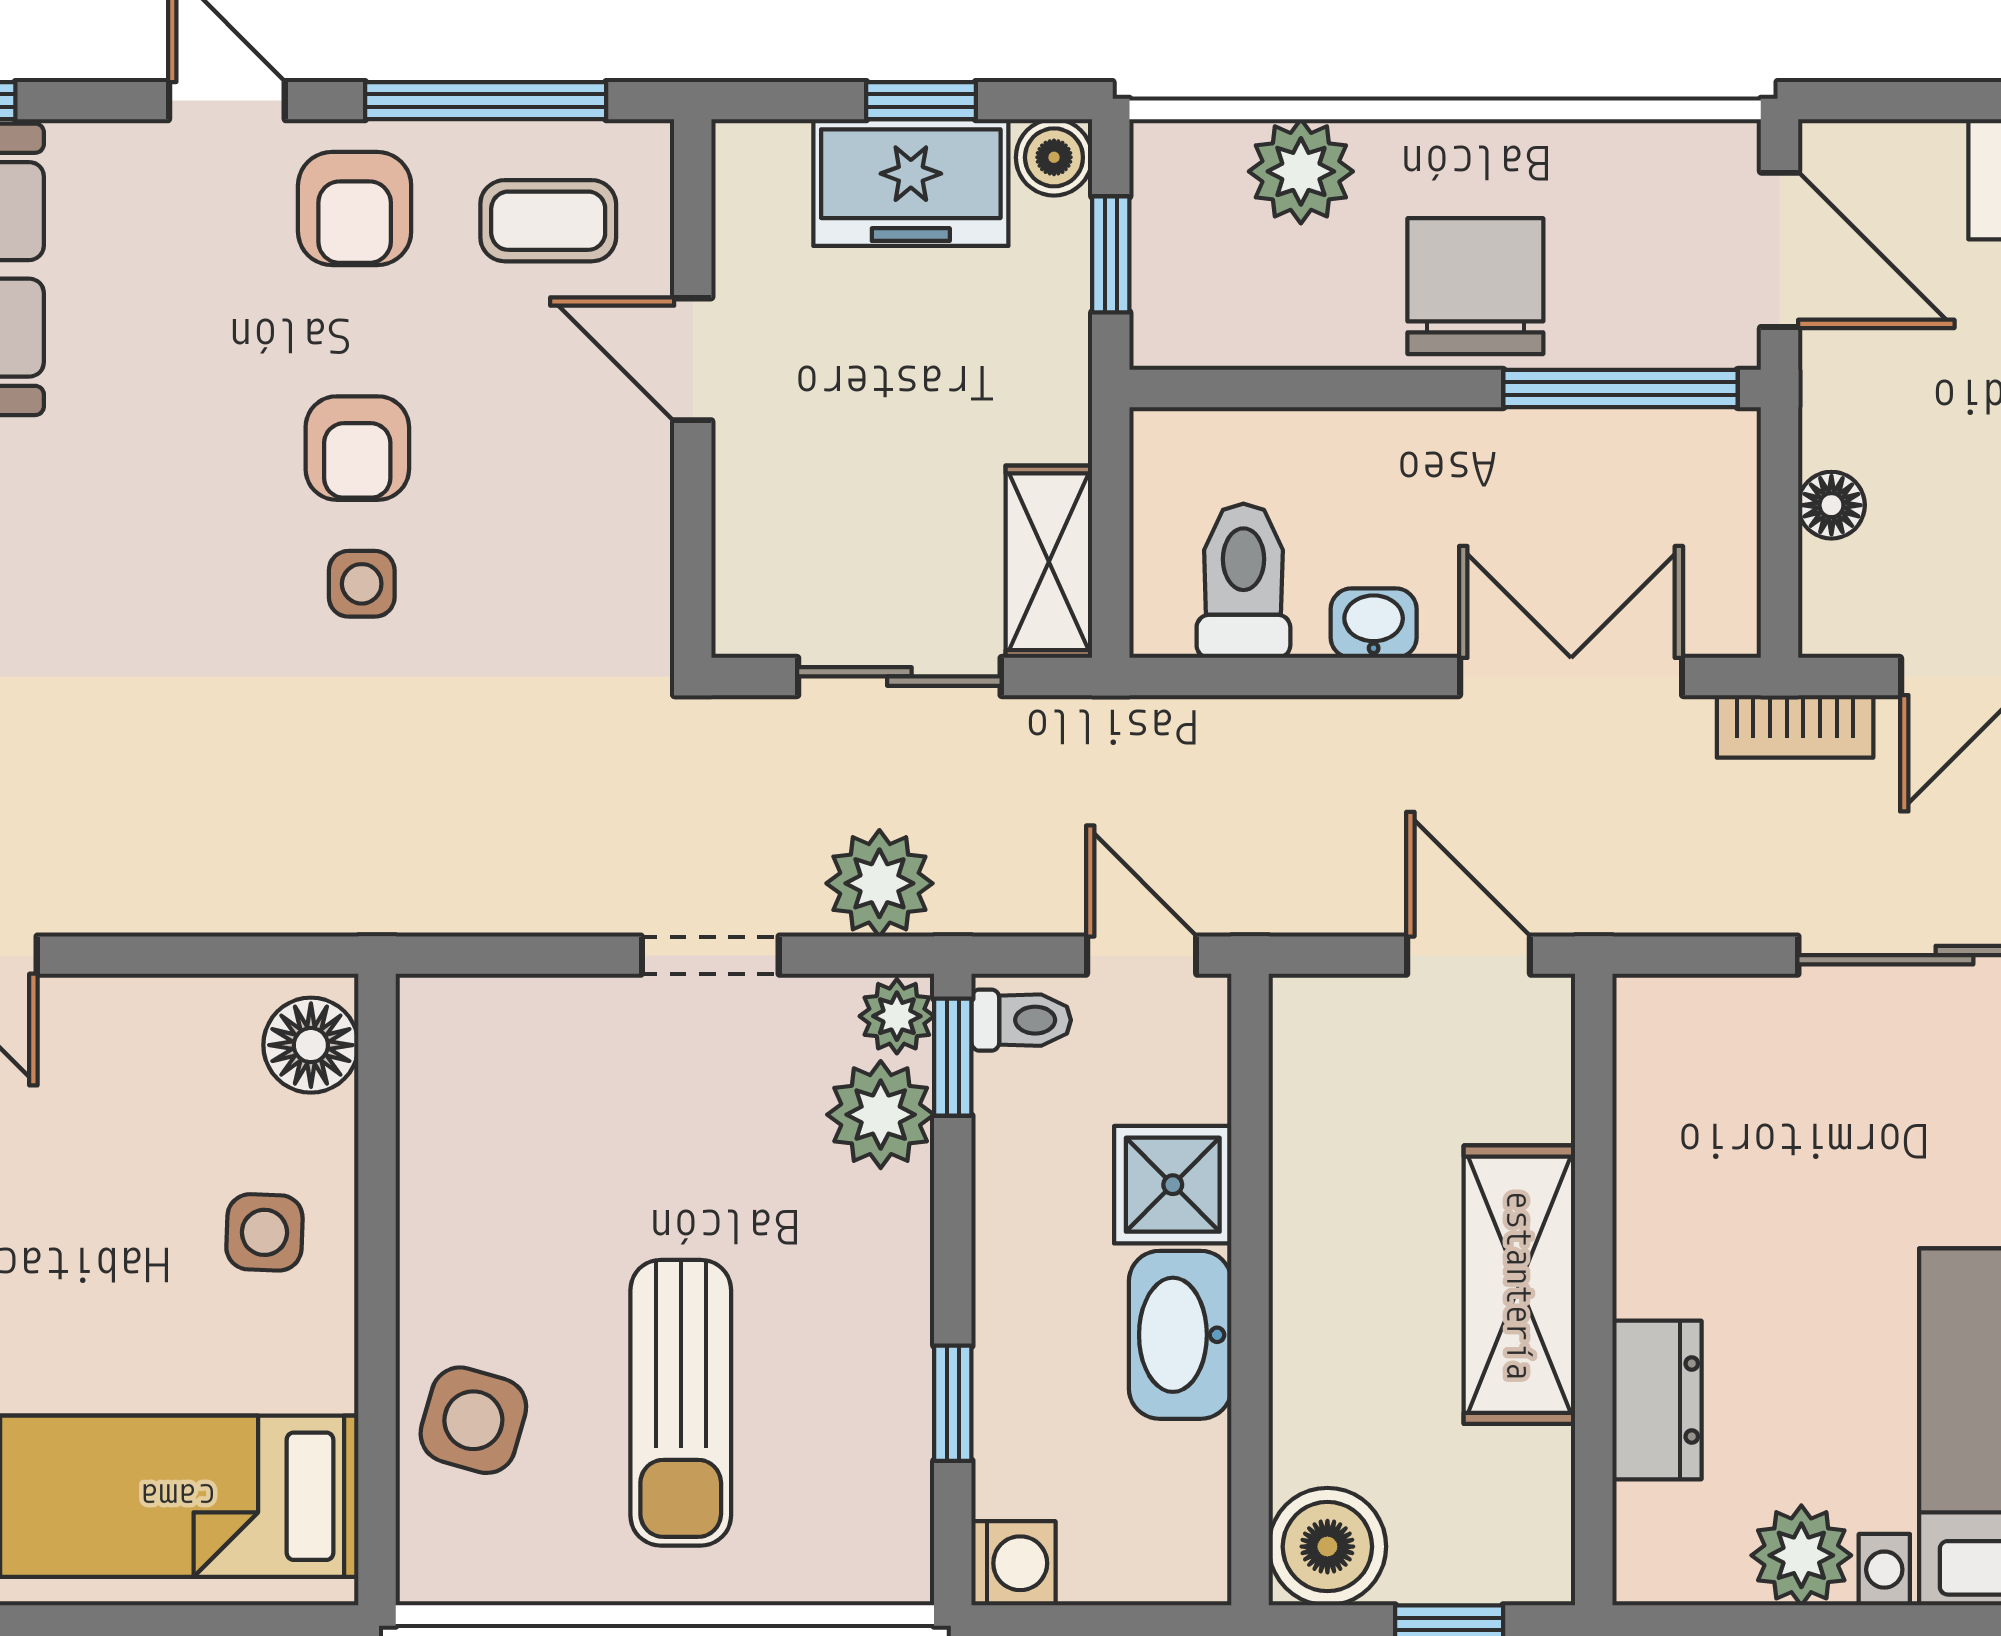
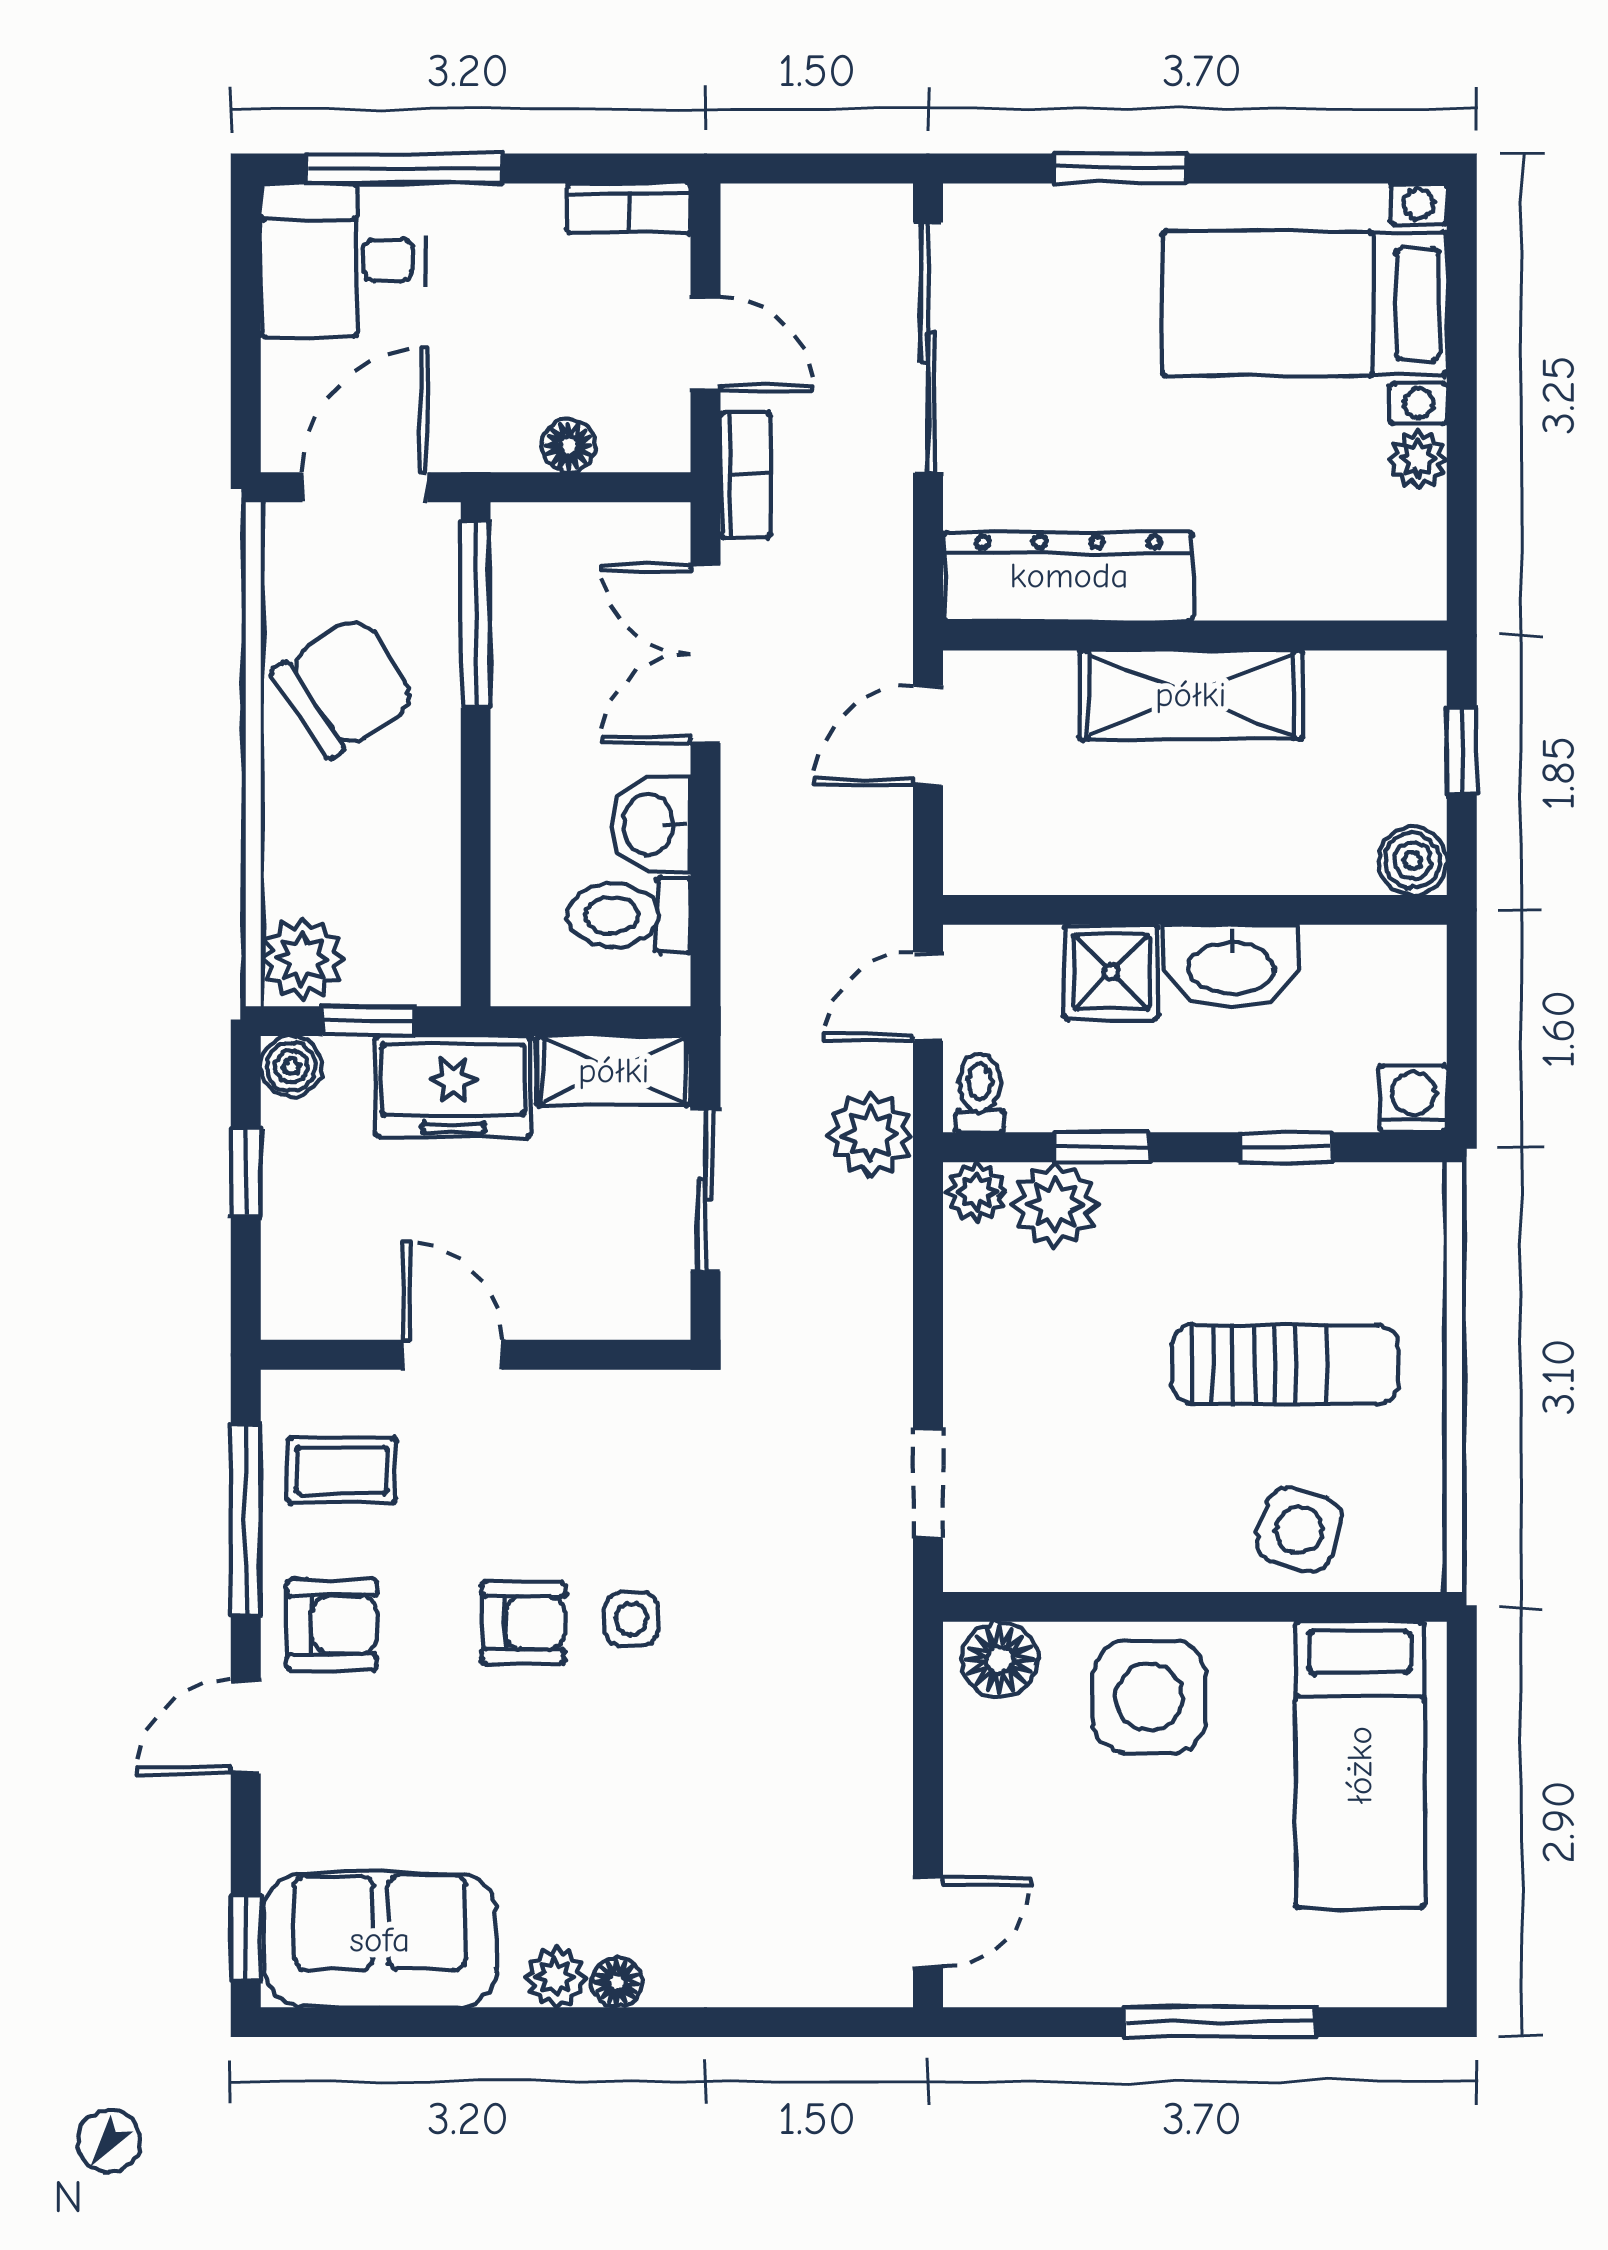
plant: (1301, 171) -> (302, 959), moved
freezer: (911, 183) -> (453, 1087), moved, turned 90
coffee table: (548, 221) -> (342, 1470), turned 90
chair: (1475, 286) -> (344, 687), moved, turned 147
door: (693, 359) -> (452, 1355), swing flipped
washbasin: (1374, 623) -> (651, 824), width x1.38, depth x1.45
plant: (879, 883) -> (871, 1134), moved
doorway: (710, 955) -> (928, 1484), moved
window: (953, 1057) -> (1102, 1147), moved
side table: (264, 1232) -> (1149, 1697), width x1.87, depth x1.87
dresser: (1657, 1400) -> (1069, 576), moved, width x1.96, depth x1.24
boiler: (1327, 1547) -> (1413, 861), width x0.73, depth x0.73
plant: (1801, 1555) -> (1418, 459), width x0.73, depth x0.73

